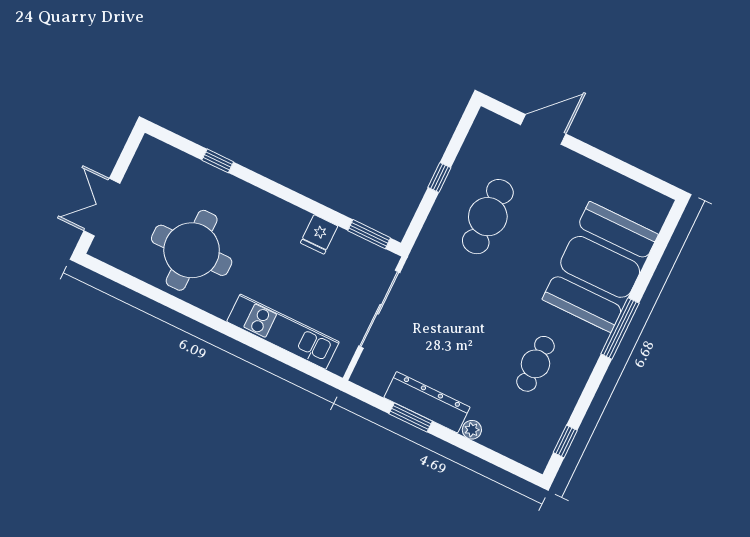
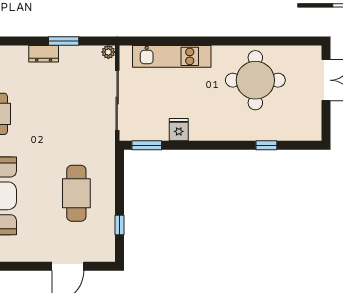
window: (439, 177) -> (119, 225), moved
dresser: (427, 402) -> (44, 54), width x0.51, depth x0.80
plant: (472, 430) -> (108, 52), moved

